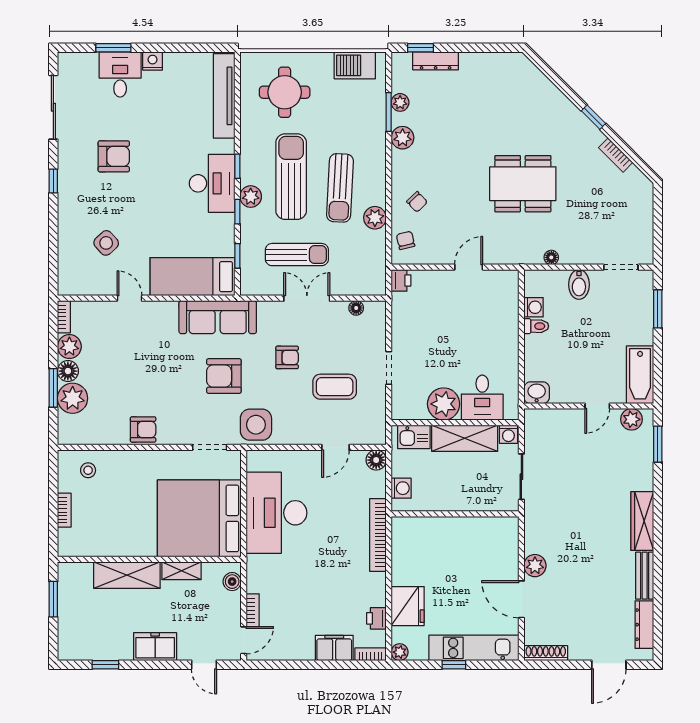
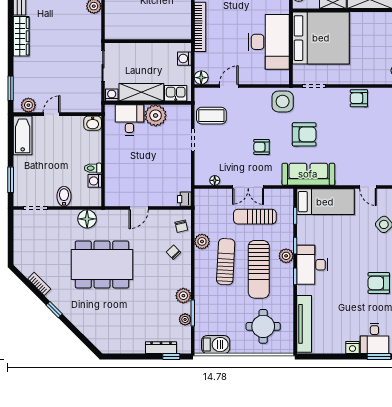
dining table: (523, 184) -> (102, 264), width x1.36, depth x1.24
floor lamp: (551, 257) -> (87, 219), width x1.89, depth x1.89
coffee table: (335, 387) -> (211, 116), moved

